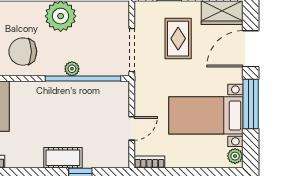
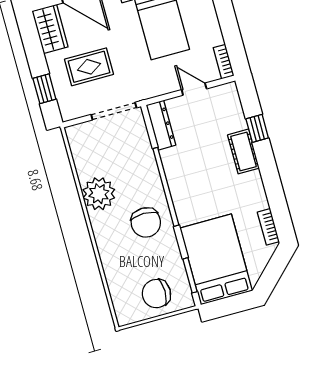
plant: (72, 69) -> (150, 167), removed
window: (83, 78) -> (166, 187), moved
dresser: (107, 89) -> (161, 125), added

